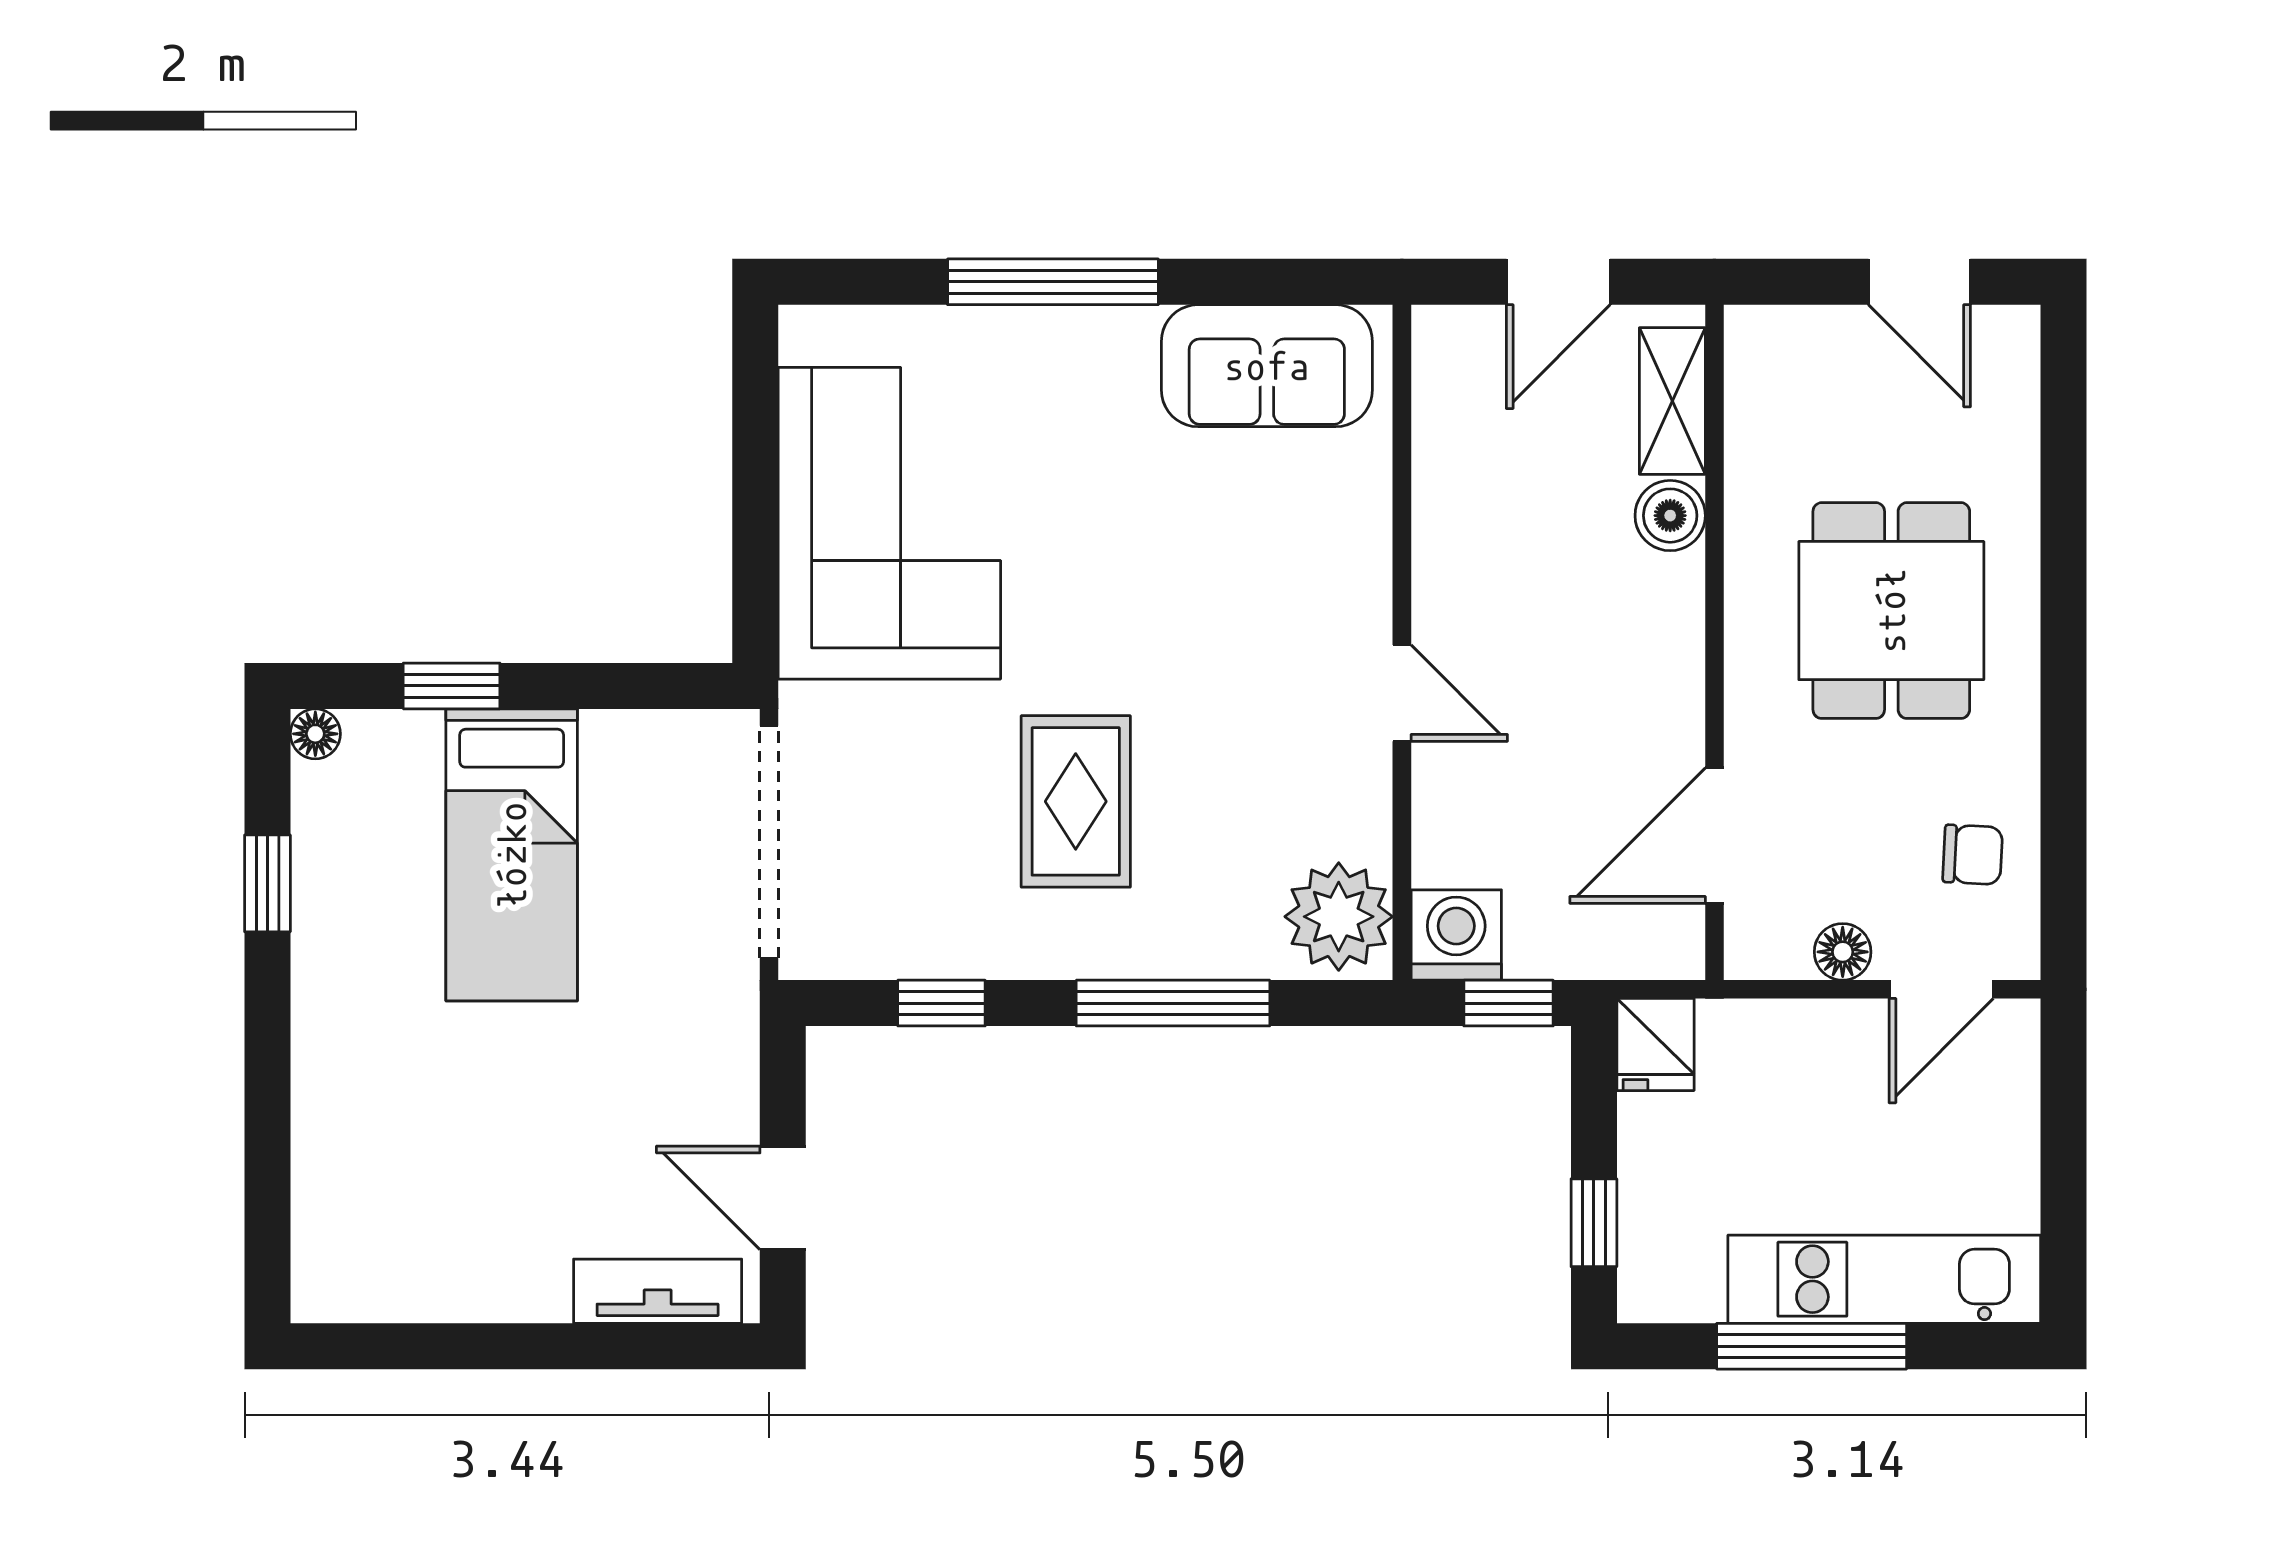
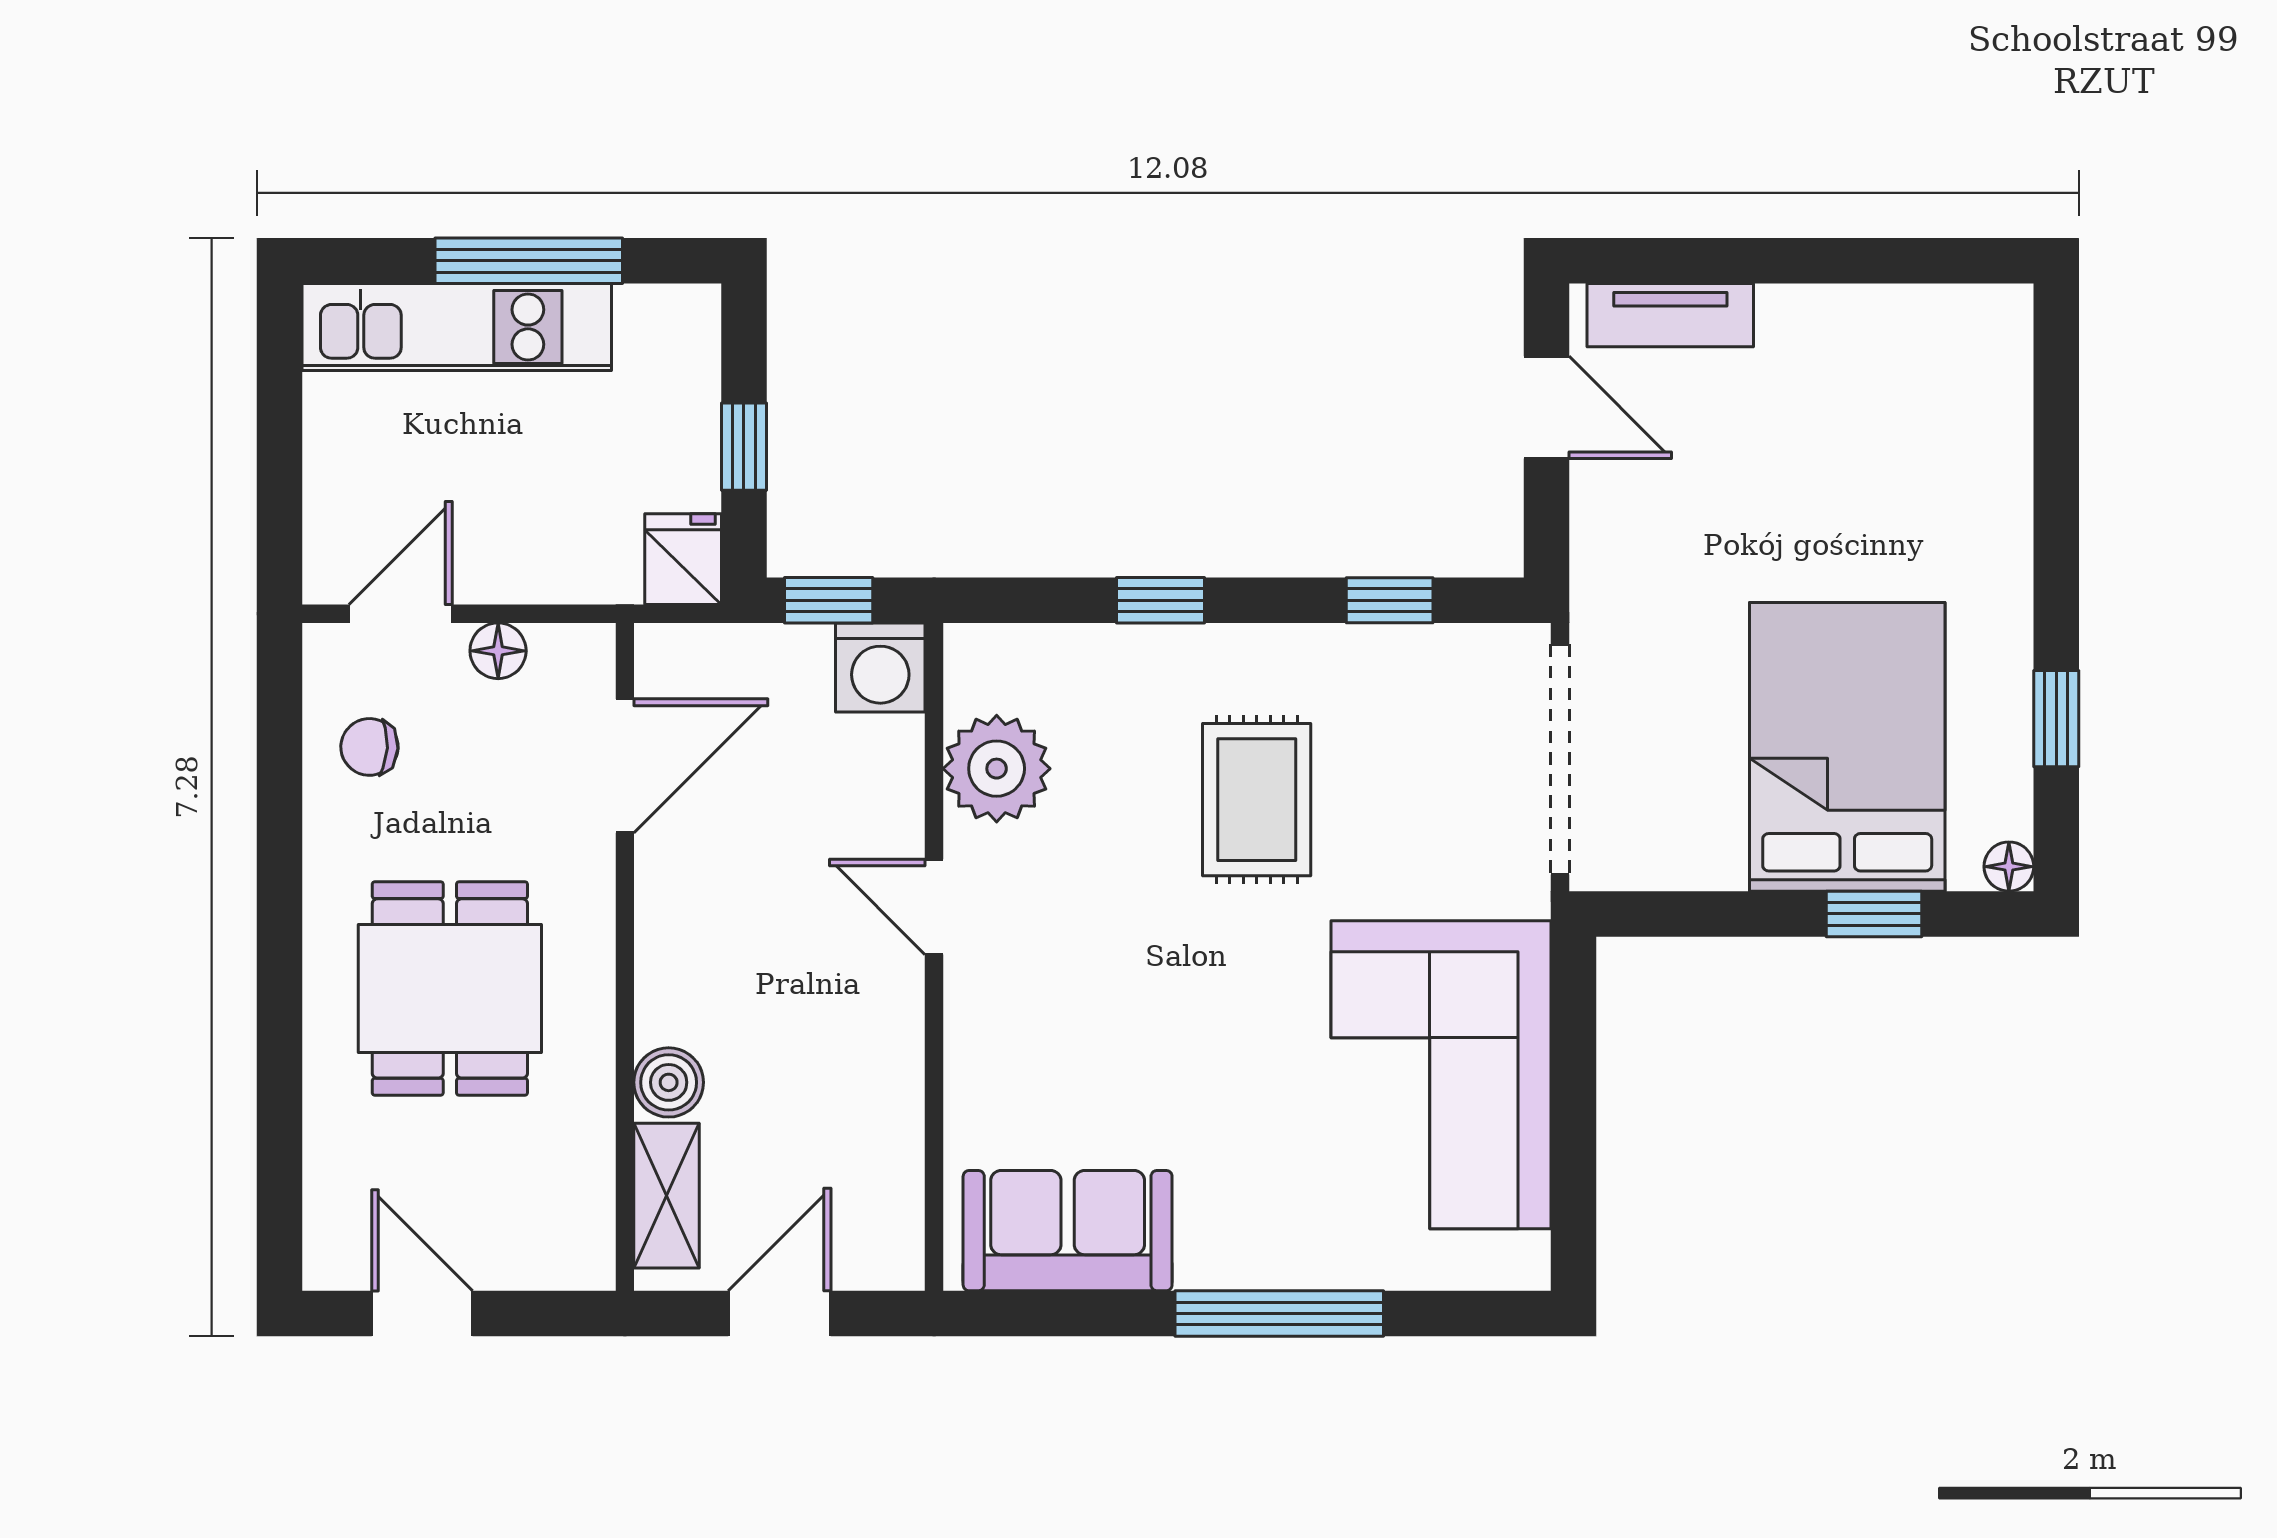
bed: (512, 855) -> (1847, 747), width x1.50
plant: (1339, 917) -> (997, 769), moved
window: (1173, 1003) -> (1160, 600), width x0.46
window: (1594, 1223) -> (744, 447), moved

